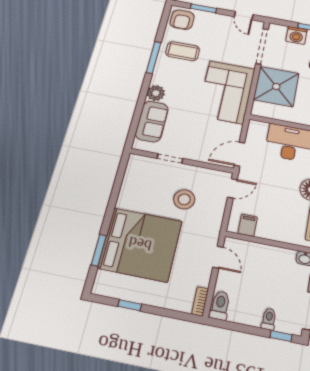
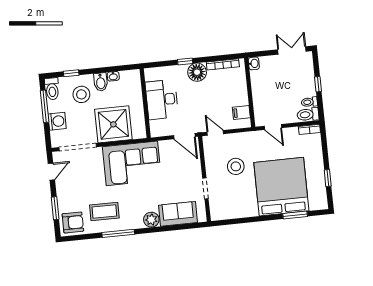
coffee table: (183, 51) -> (104, 211), turned 90
door: (218, 257) -> (273, 127), swing flipped
toilet: (269, 319) -> (309, 102), moved
window: (281, 336) -> (318, 84), moved

